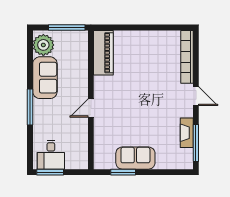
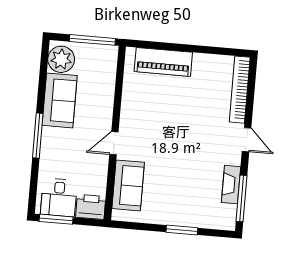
piano: (103, 53) -> (163, 62), moved, turned 90
sofa: (135, 158) -> (128, 185), moved, turned 90
printer: (77, 160) -> (91, 207), added
window: (123, 172) -> (182, 230), moved

